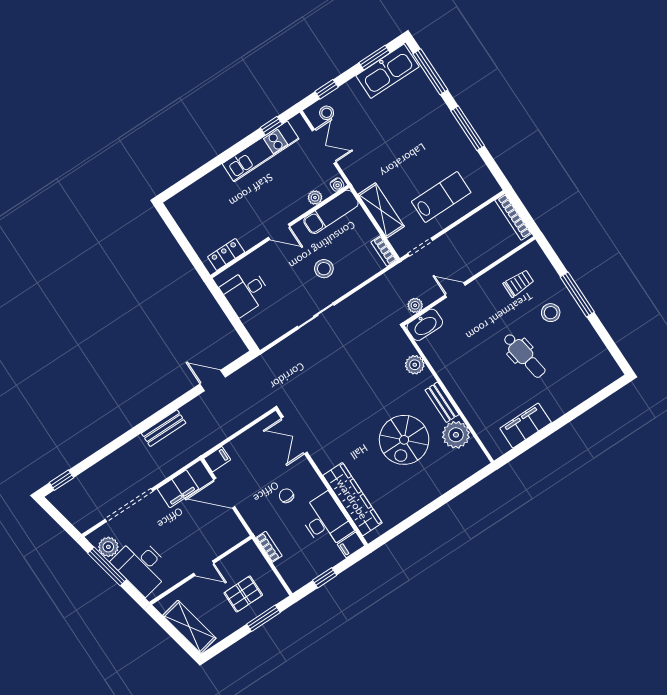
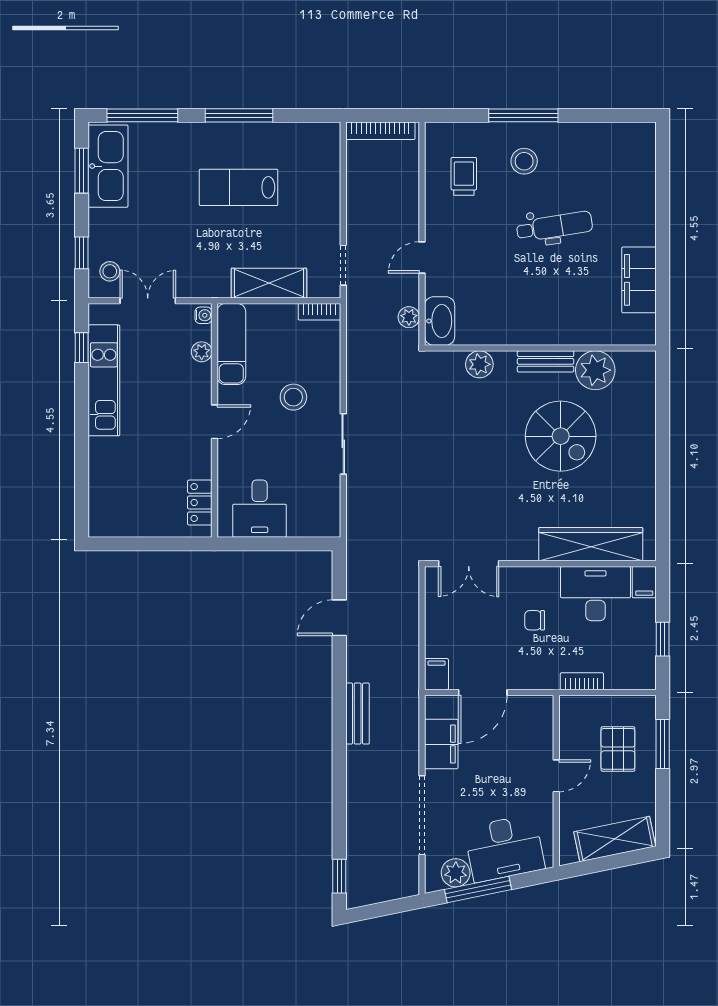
lab bench: (441, 197) -> (239, 187), moved, turned -90

